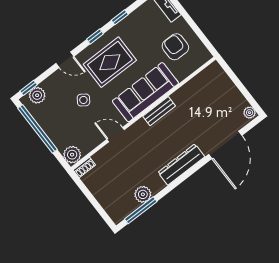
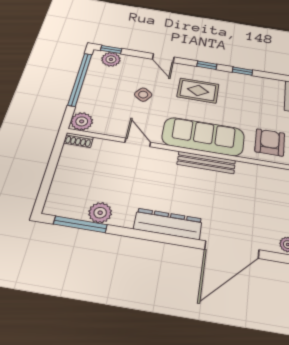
armchair: (175, 47) -> (270, 142), moved
rug: (110, 62) -> (198, 91), width x0.73, depth x0.70
bench: (159, 111) -> (206, 162), width x1.36

